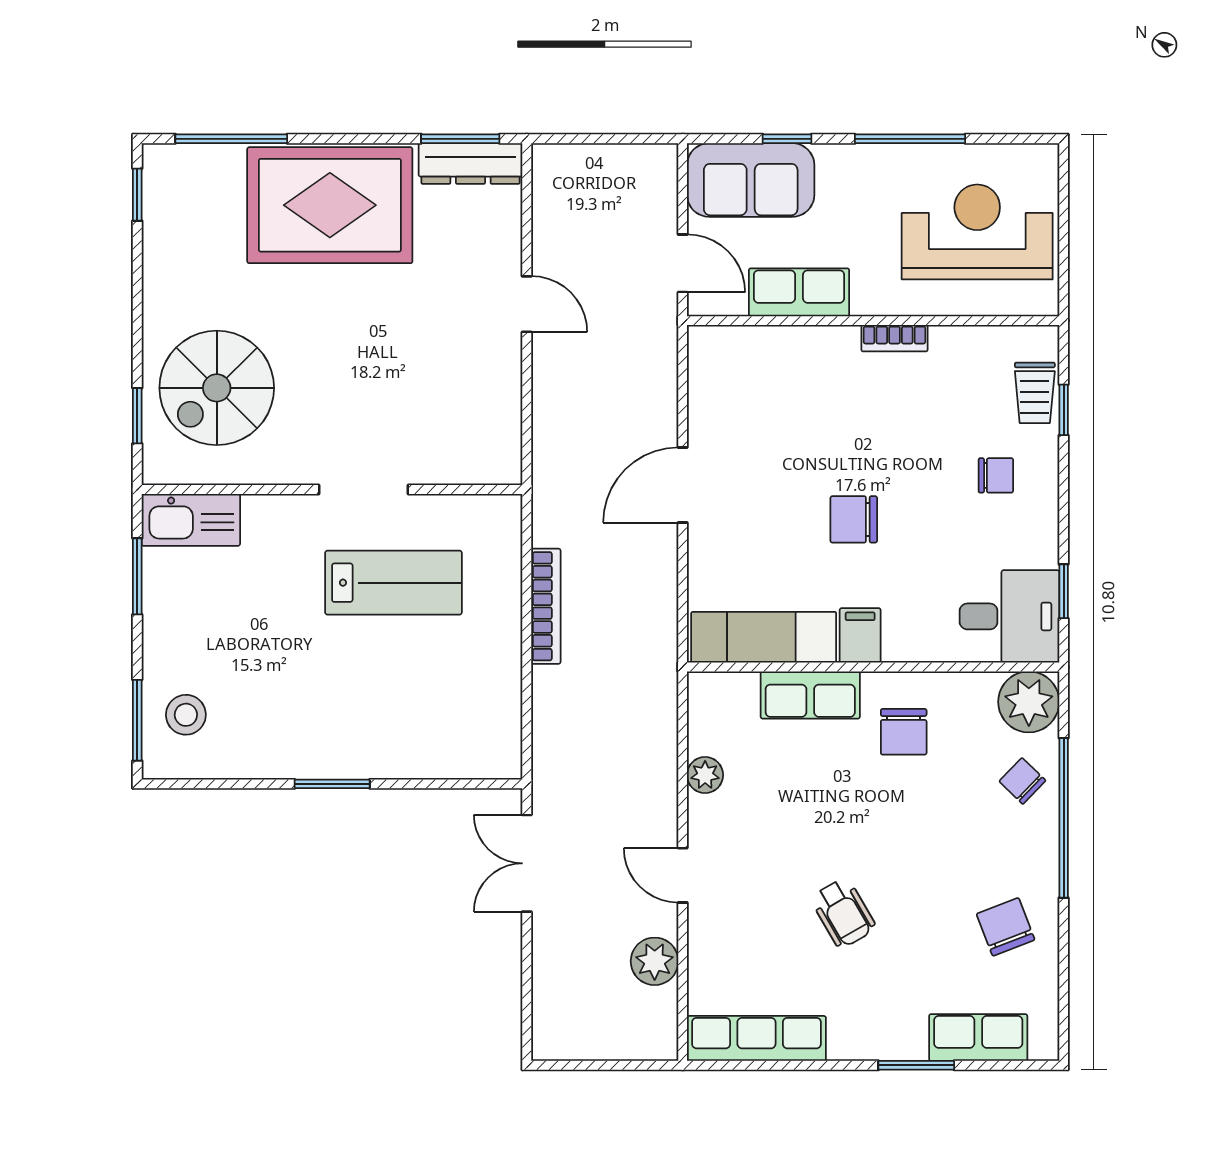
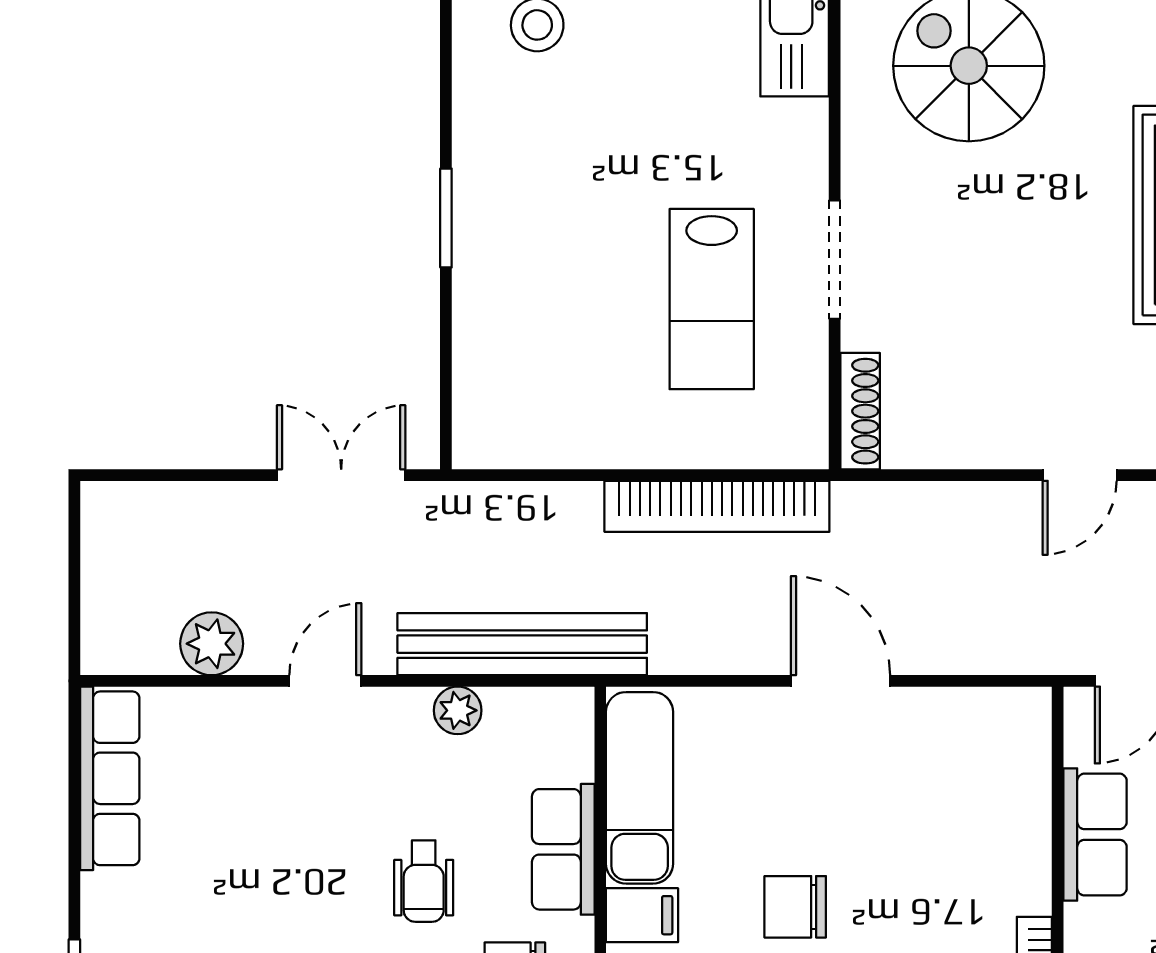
shoe rack: (478, 470) -> (860, 411), added
chair: (854, 519) -> (795, 907), turned -90
bookcase: (546, 606) -> (717, 506), width x1.48, depth x1.31
bench: (655, 726) -> (522, 644), added
wheelchair: (843, 913) -> (424, 881), moved, turned -60

